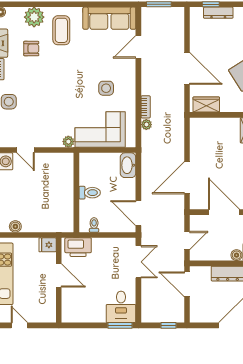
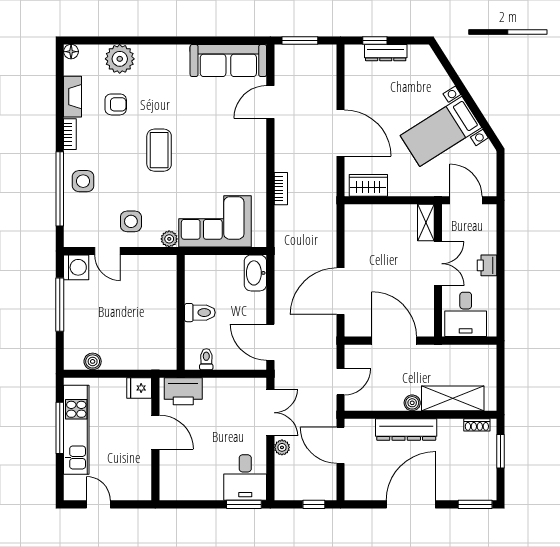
coffee table: (61, 30) -> (159, 150), moved
side table: (106, 88) -> (131, 221), moved
plant: (146, 125) -> (282, 447), moved

